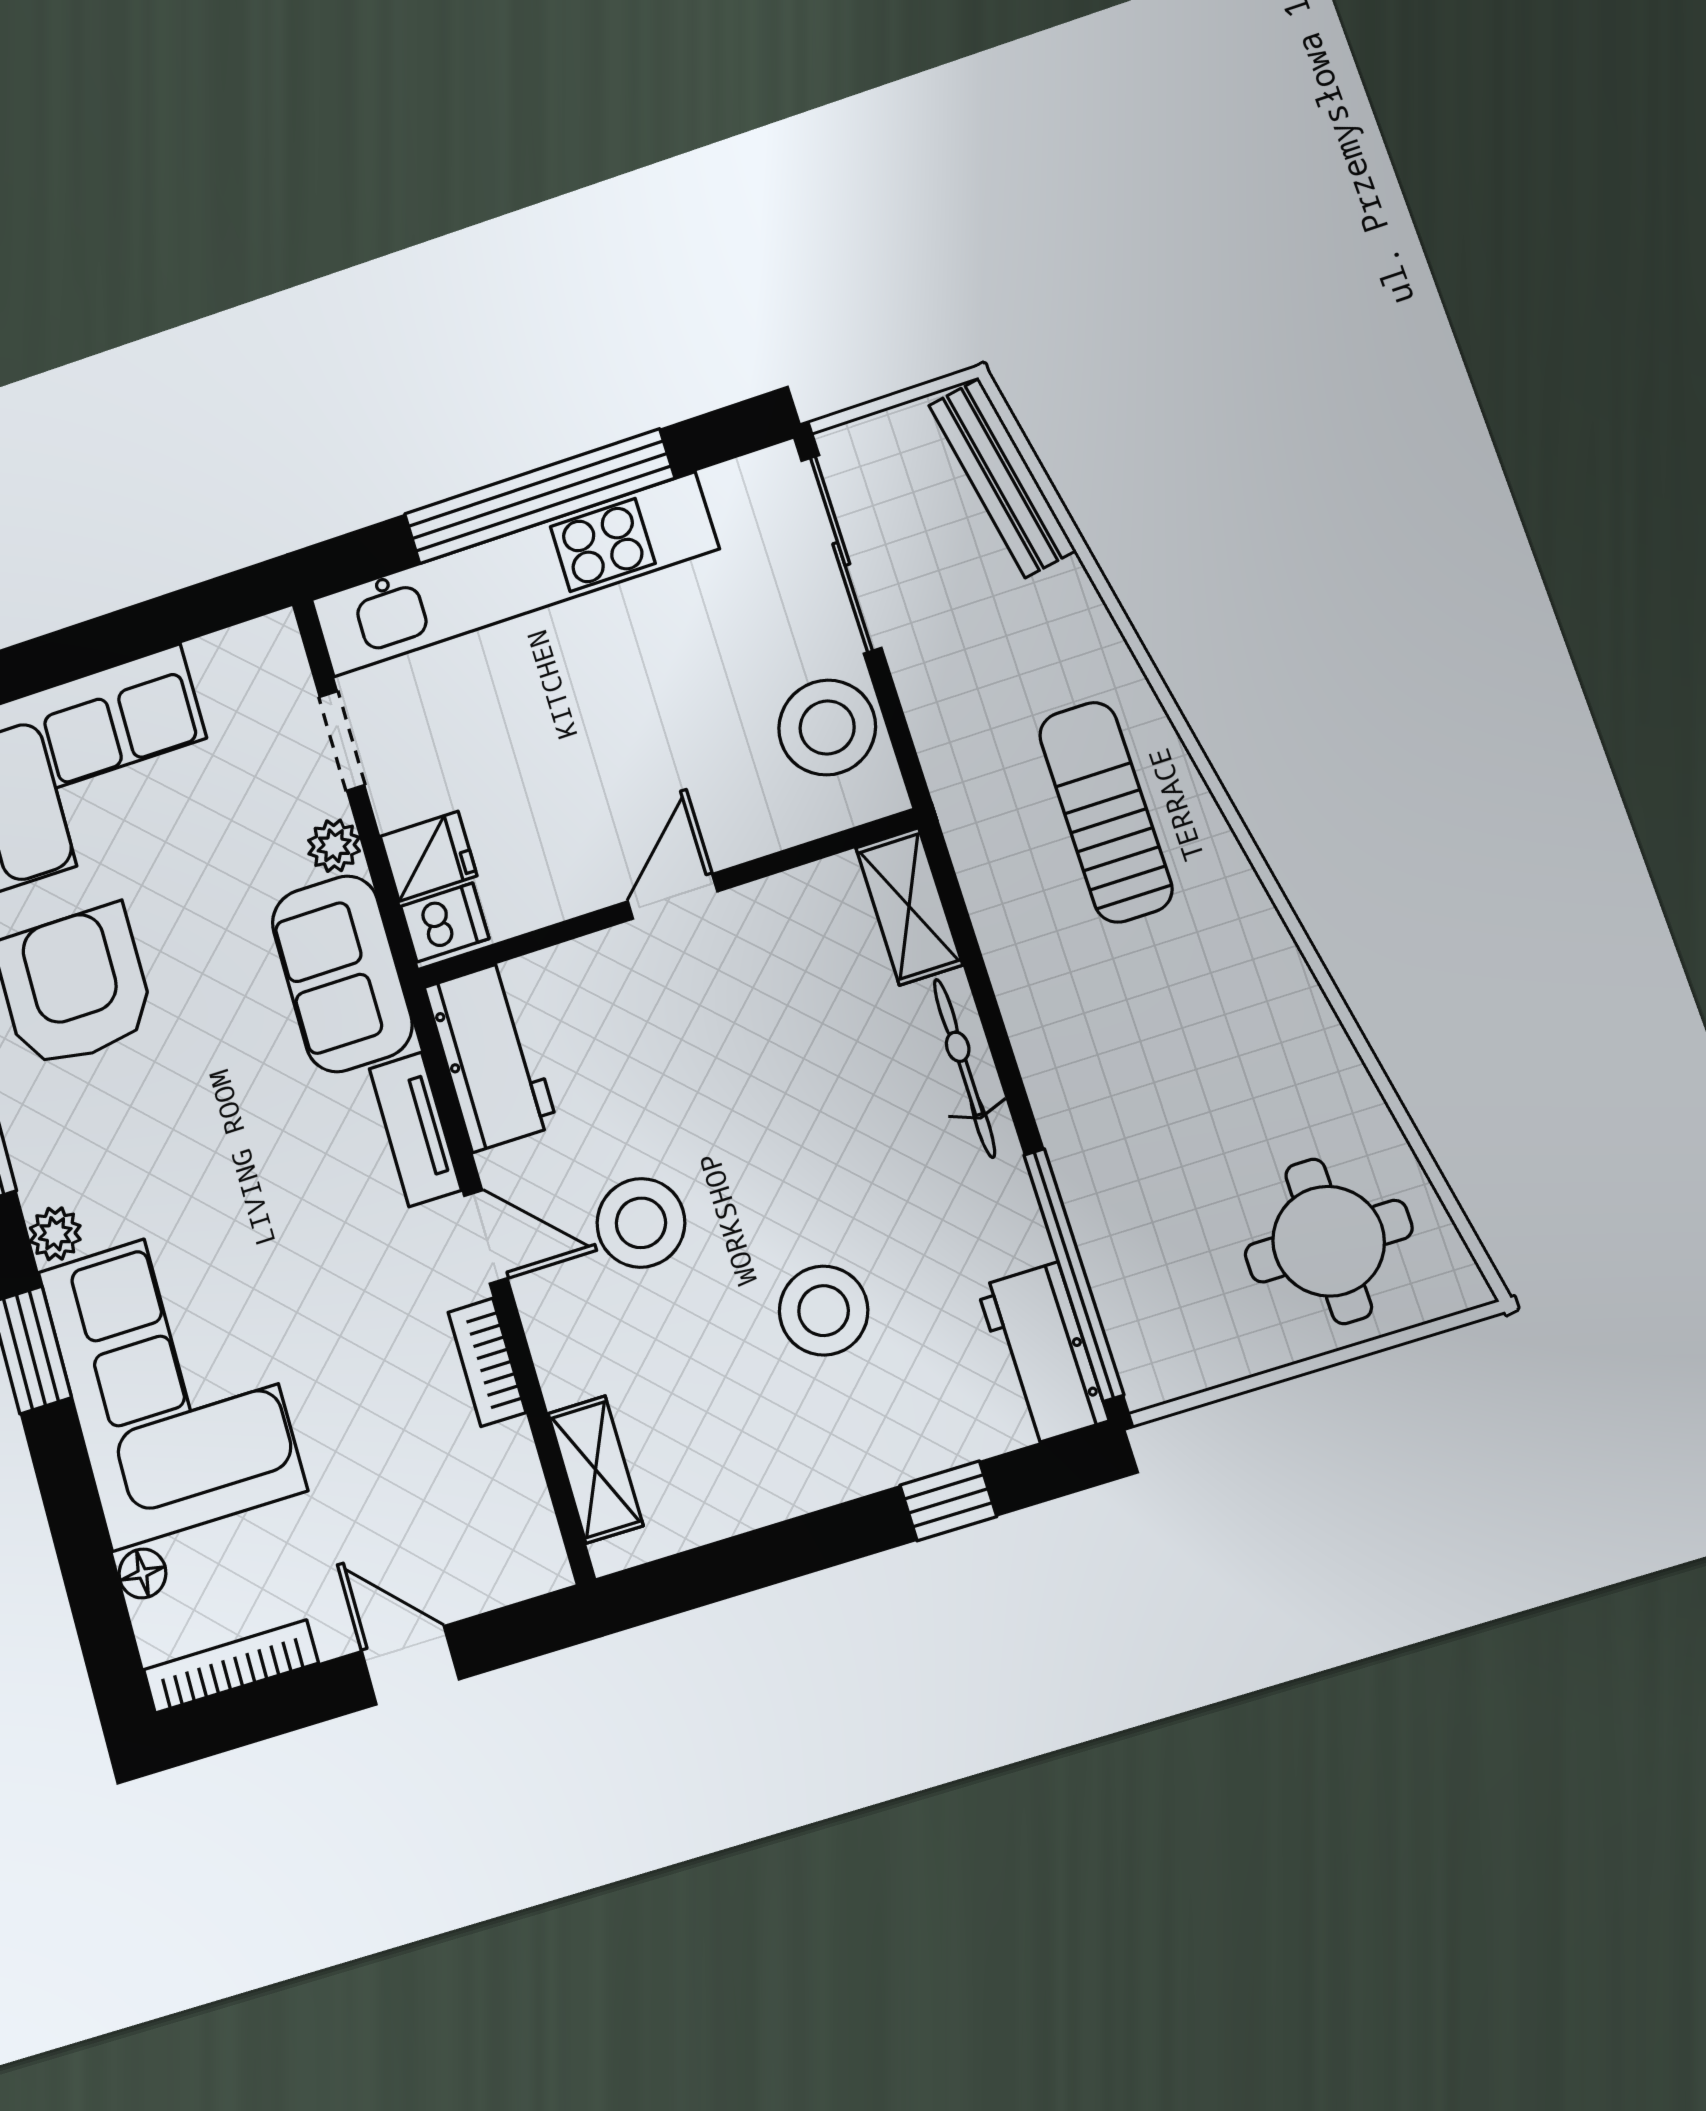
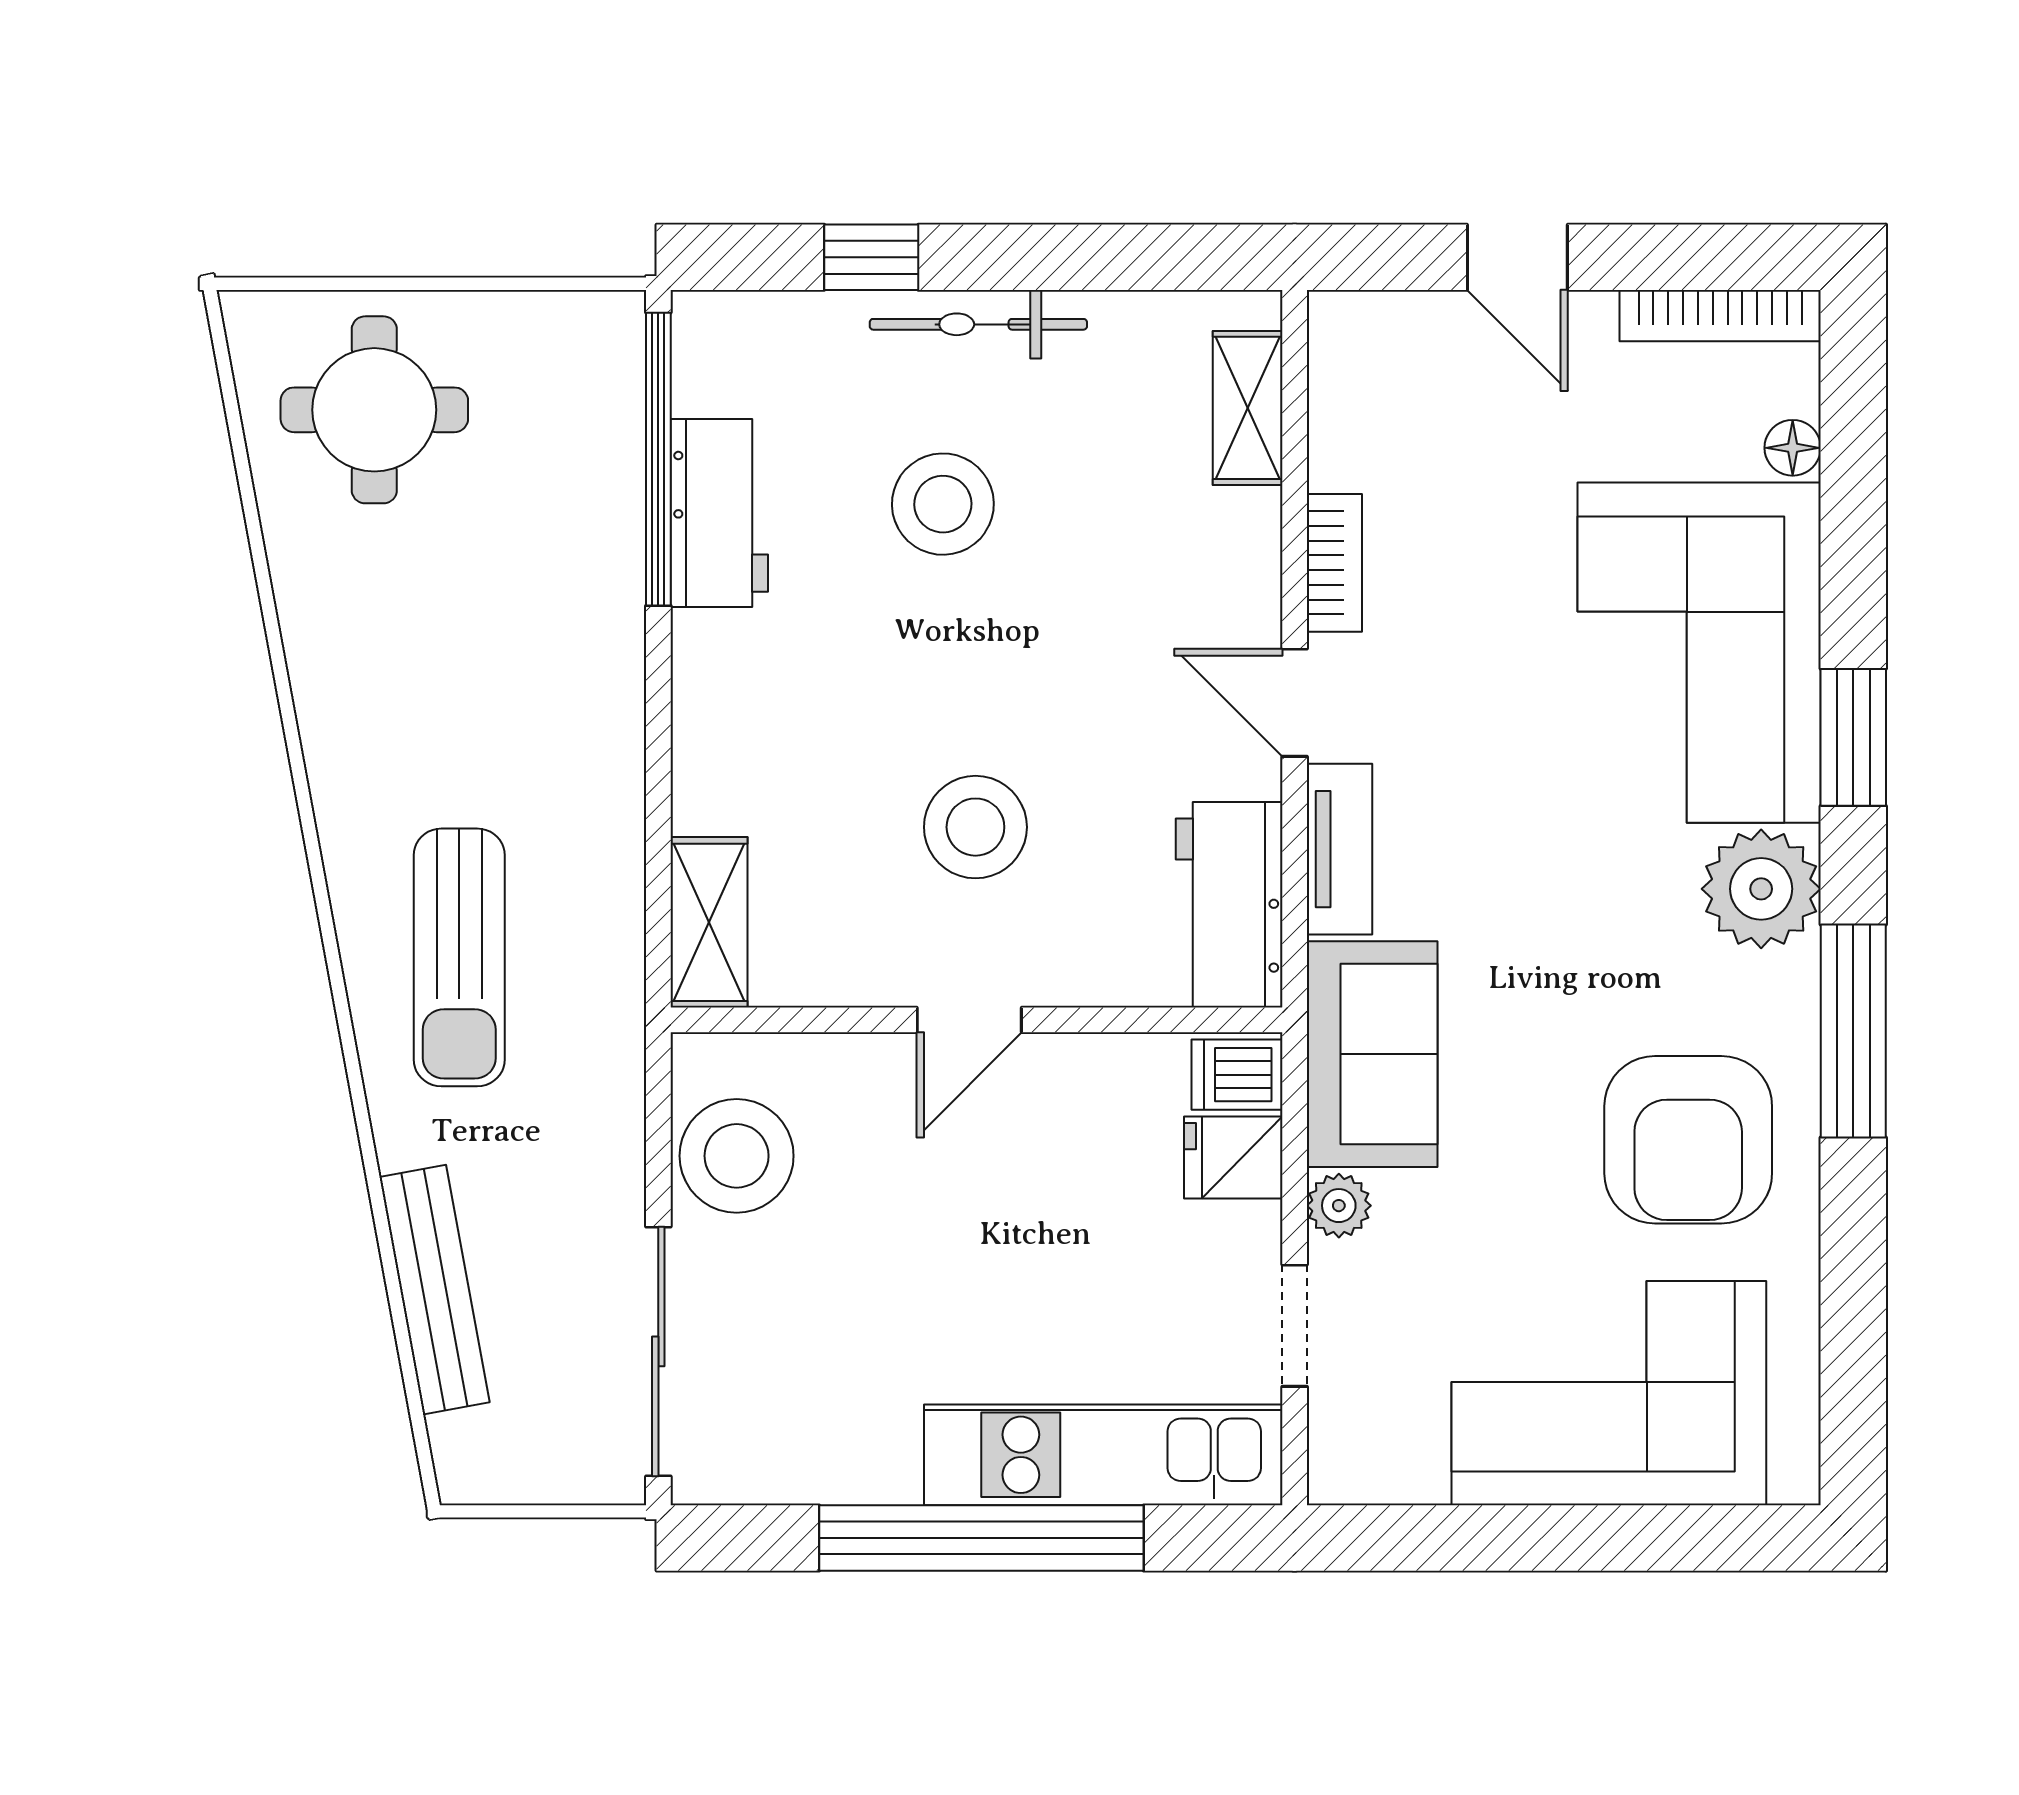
bench: (1002, 478) -> (434, 1290), moved
kitchen unit: (514, 575) -> (1103, 1455), width x0.73
bicycle: (964, 1068) -> (978, 324), moved, turned 90
stool: (641, 1223) -> (975, 827), moved
plant: (55, 1234) -> (1761, 889), width x1.87, depth x1.87
workbench: (1043, 1354) -> (719, 513), moved

